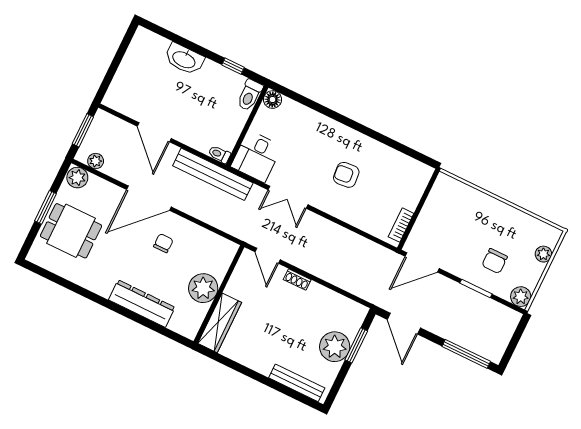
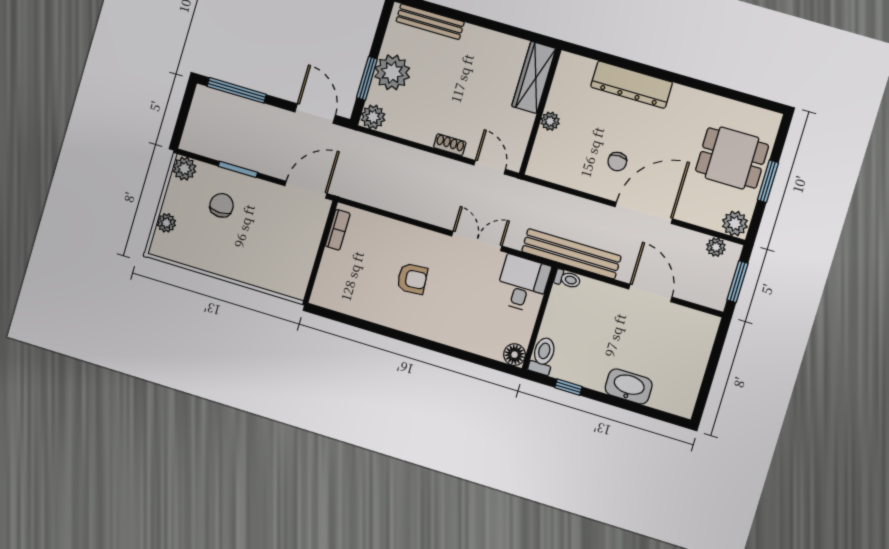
plant: (203, 288) -> (550, 121), width x0.53, depth x0.53
plant: (356, 313) -> (373, 117), added

